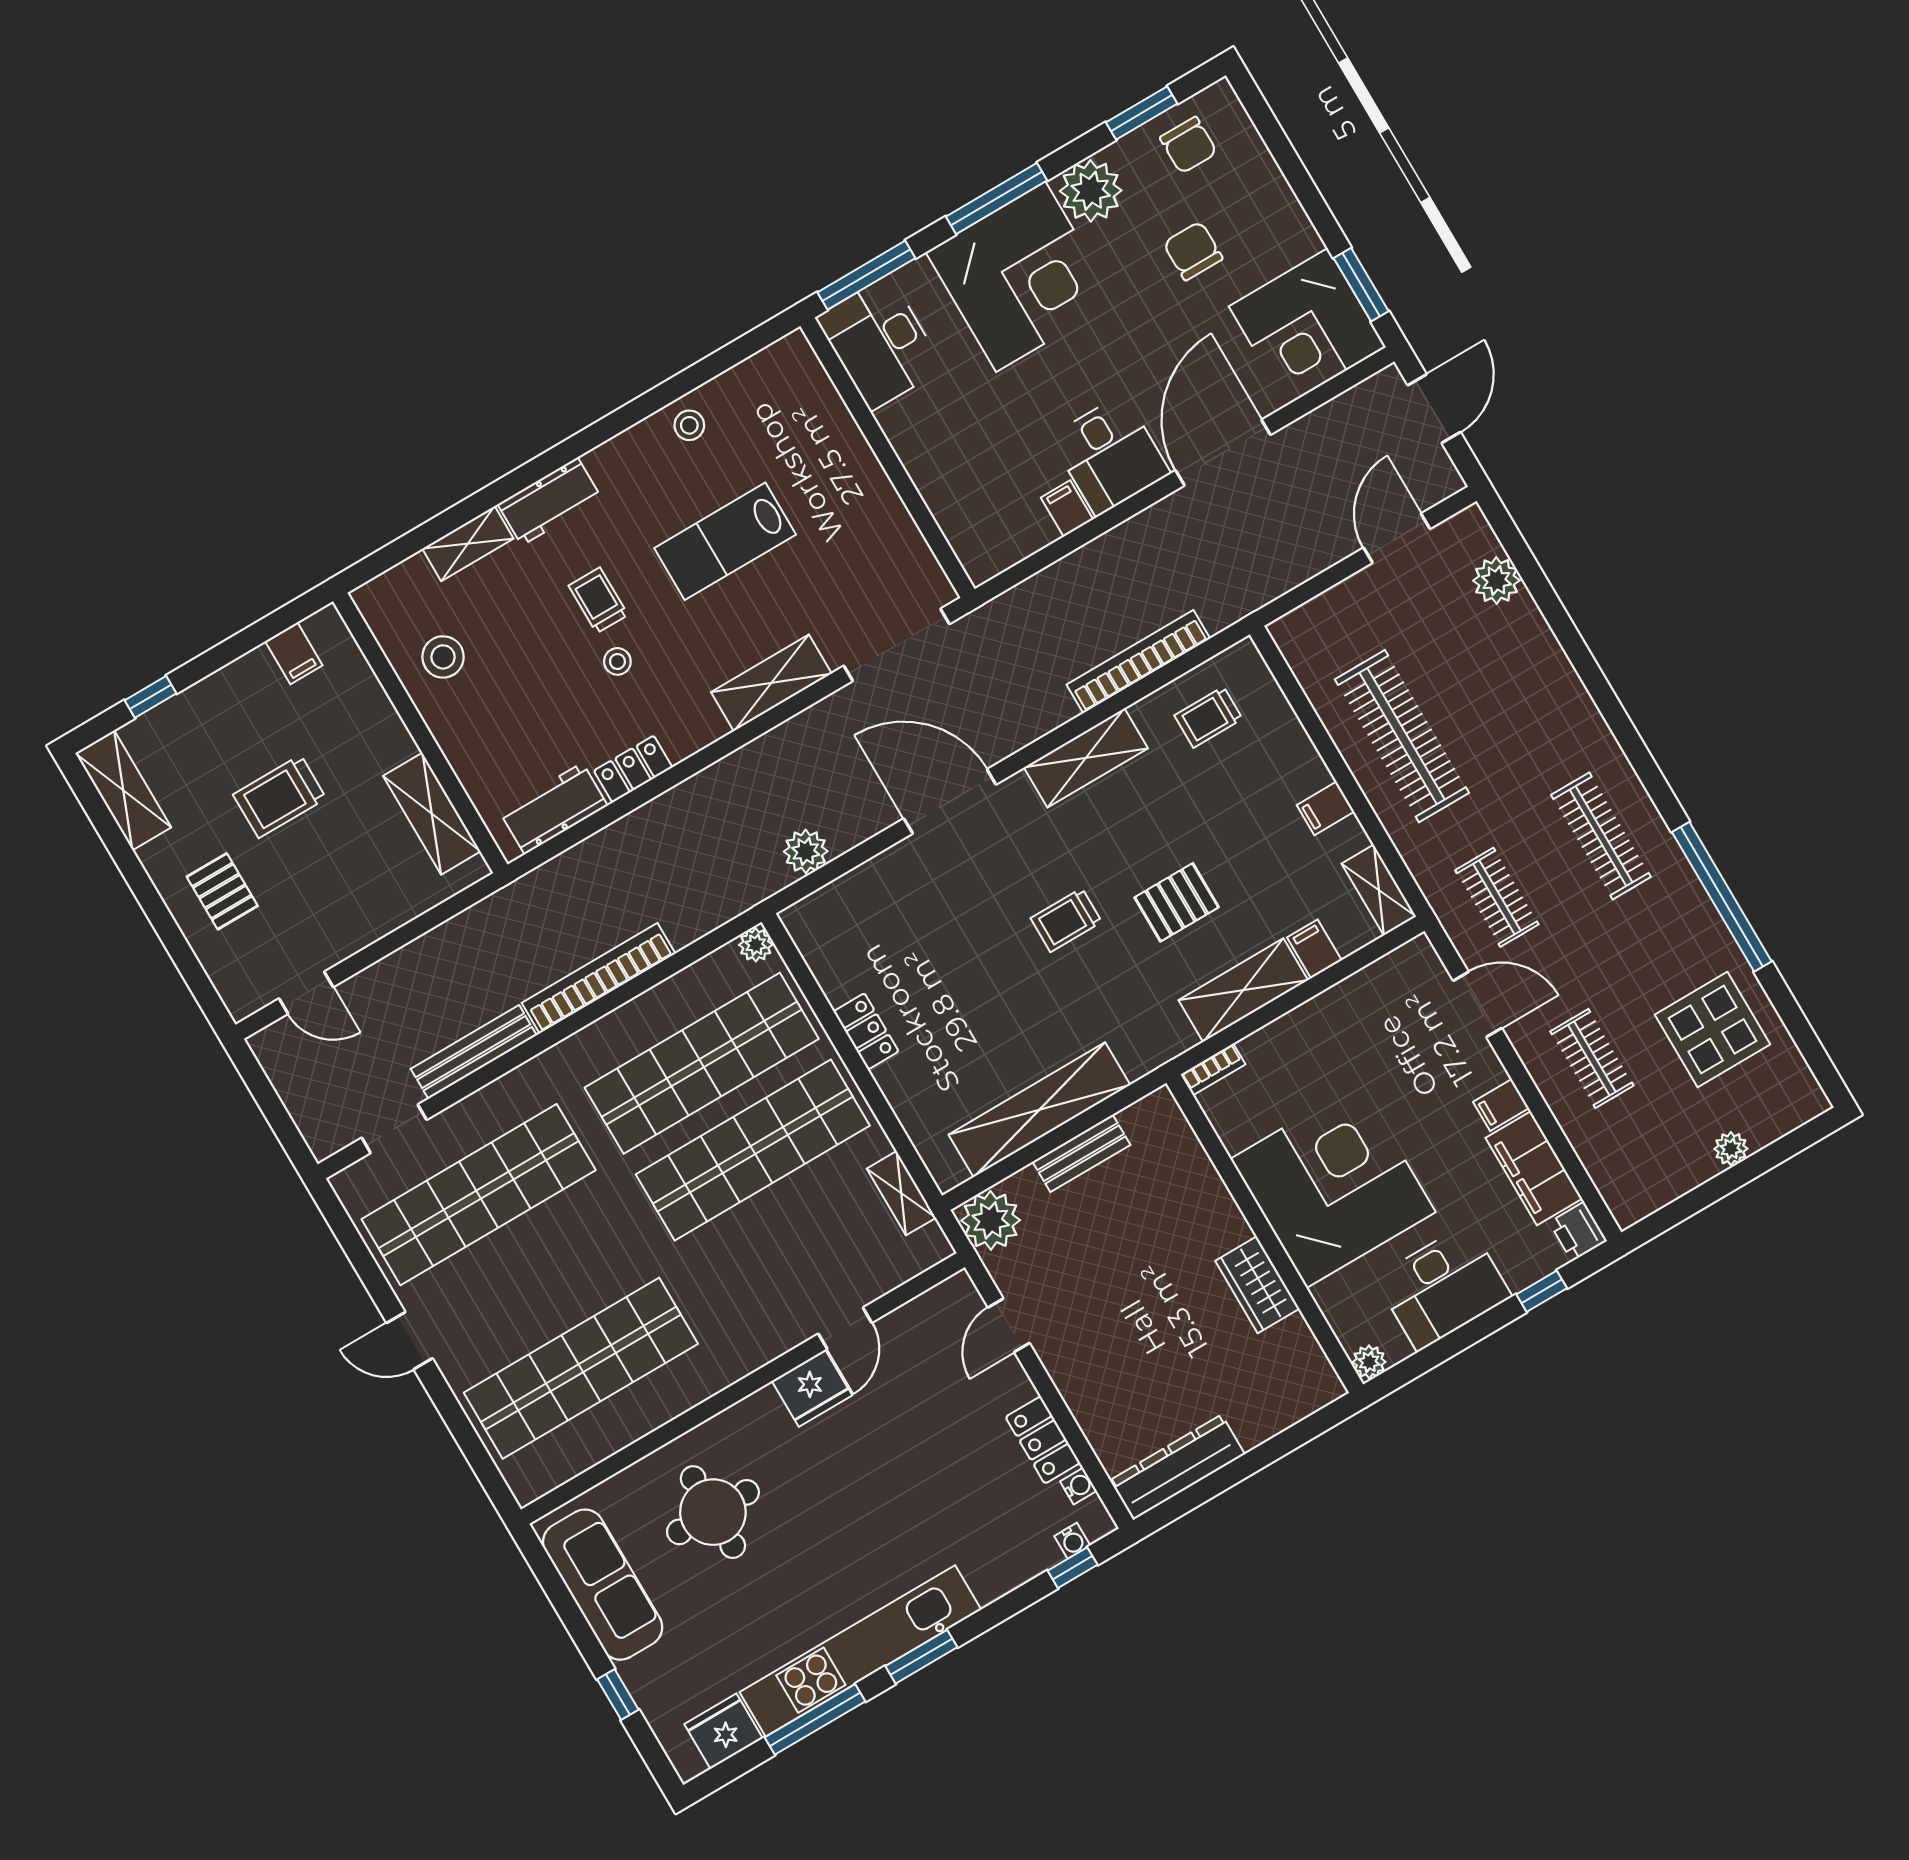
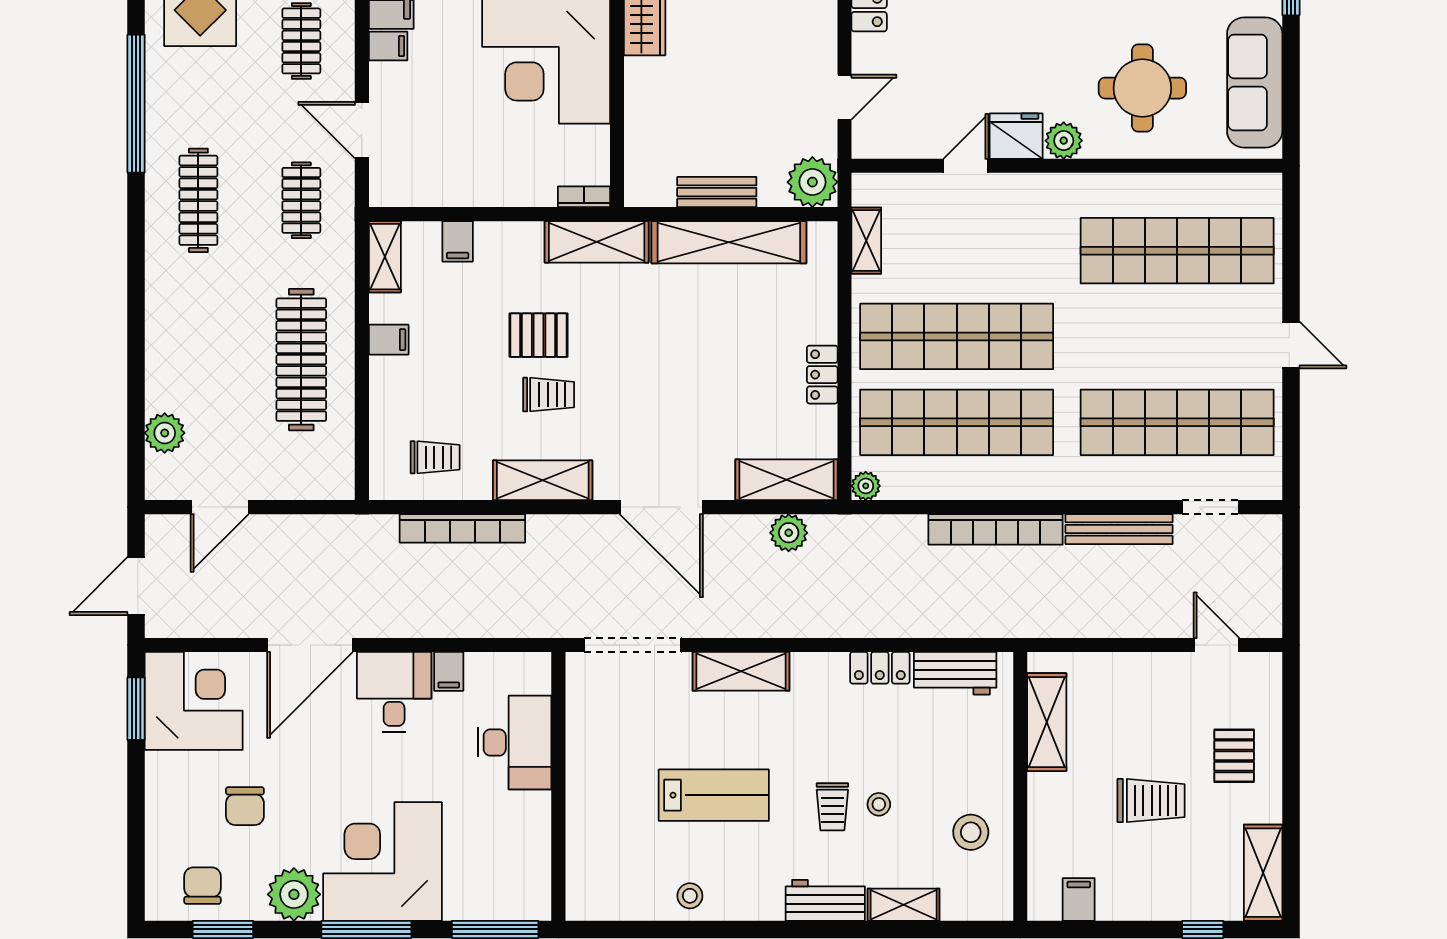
desk: (880, 343) -> (515, 742), moved
stool: (617, 661) -> (879, 804), moved
shelving: (840, 904) -> (786, 480), added
trolley: (1066, 920) -> (549, 395), moved
shelving: (1243, 990) -> (597, 242), moved
plant: (761, 1412) -> (1064, 141), added

